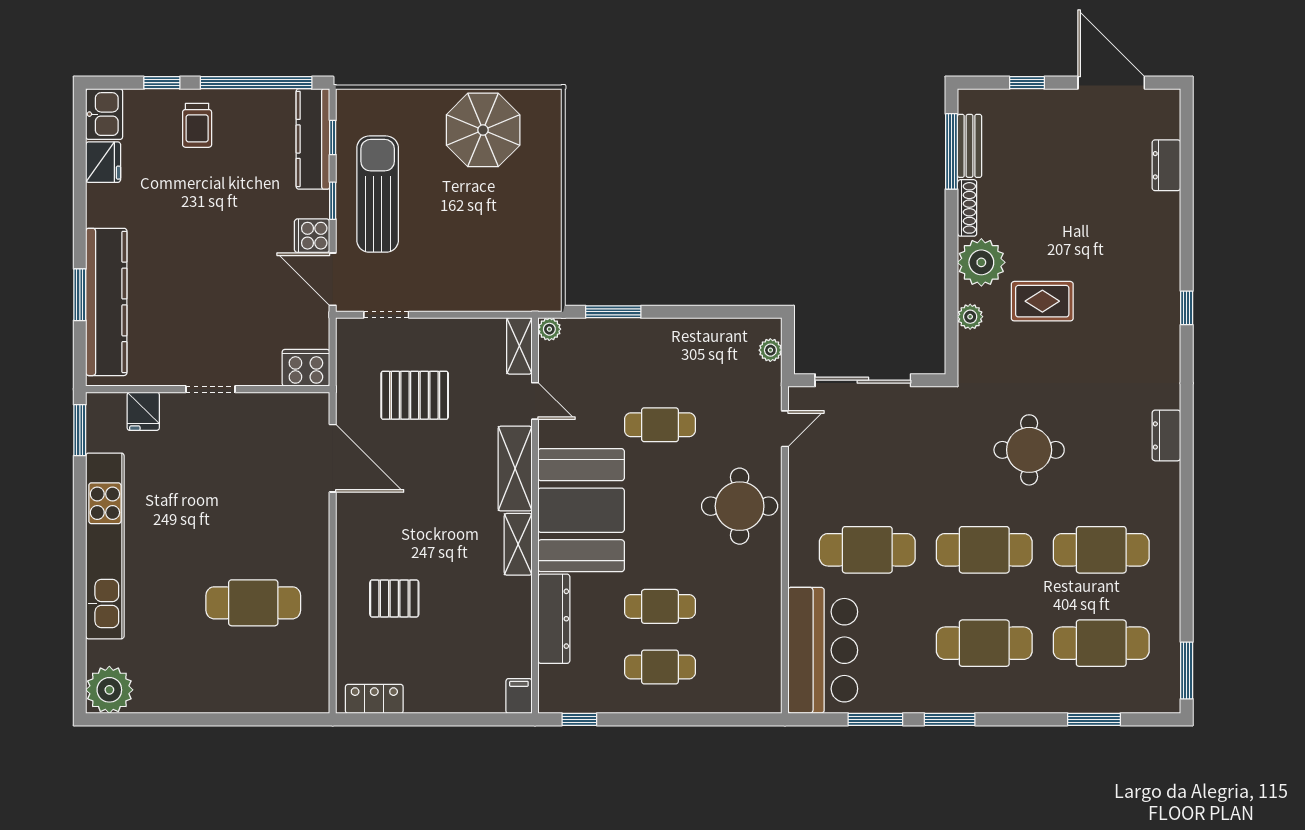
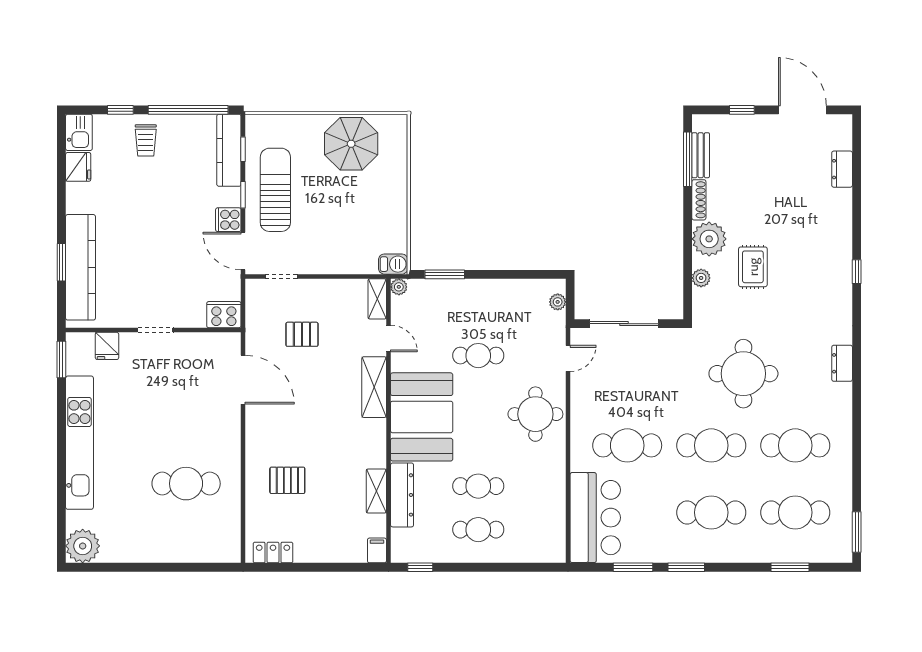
barbecue: (542, 297) -> (393, 264), added
rug: (1042, 301) -> (753, 267), turned 90
pallet: (415, 395) -> (302, 334), width x0.67, depth x0.71
round table: (1029, 450) -> (743, 374), width x1.36, depth x1.36
shelving: (518, 544) -> (376, 491), moved

